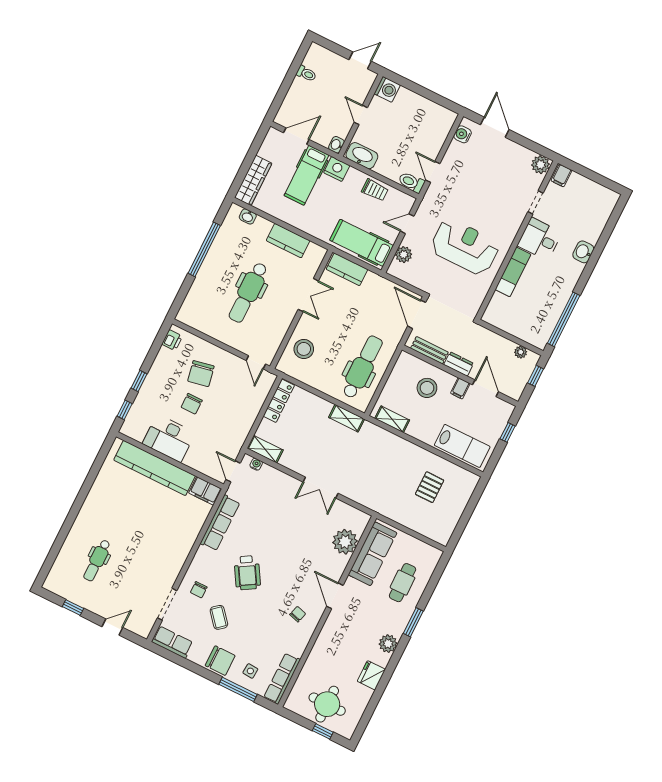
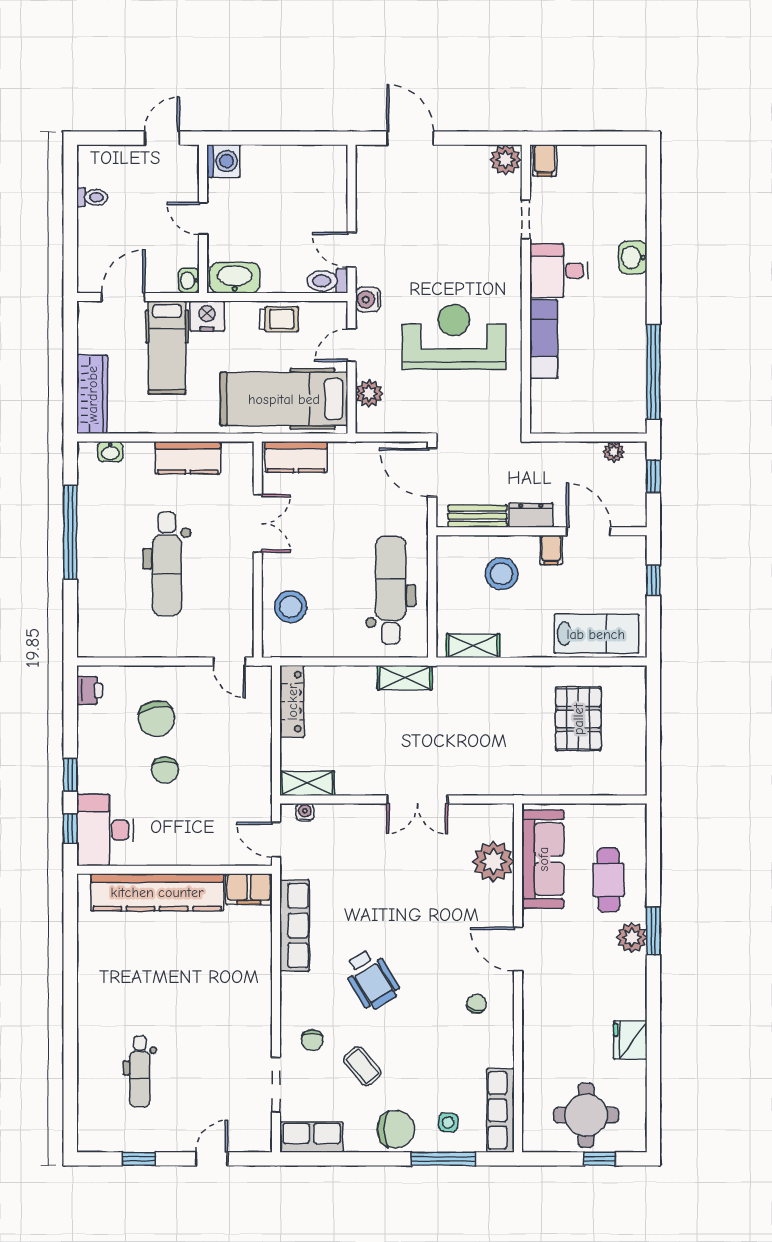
water cooler: (463, 134) -> (368, 299), moved
hospital bed: (362, 243) -> (284, 399), width x1.37, depth x1.29
desk: (169, 438) -> (105, 830), moved, turned 90
pallet: (430, 487) -> (578, 719), width x1.50, depth x1.42
plant: (388, 644) -> (632, 937), moved

